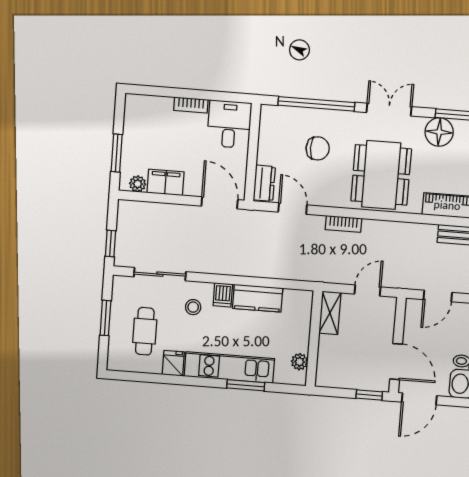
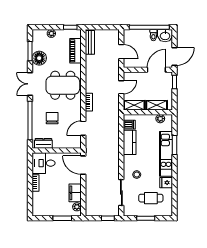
dresser: (264, 183) -> (43, 143), moved
door: (220, 203) -> (83, 165), hinge flipped
door: (367, 290) -> (121, 87), swing flipped
dishwasher: (223, 295) -> (129, 125), moved
shelving: (326, 357) -> (157, 105), added
door: (419, 399) -> (174, 56), hinge flipped

